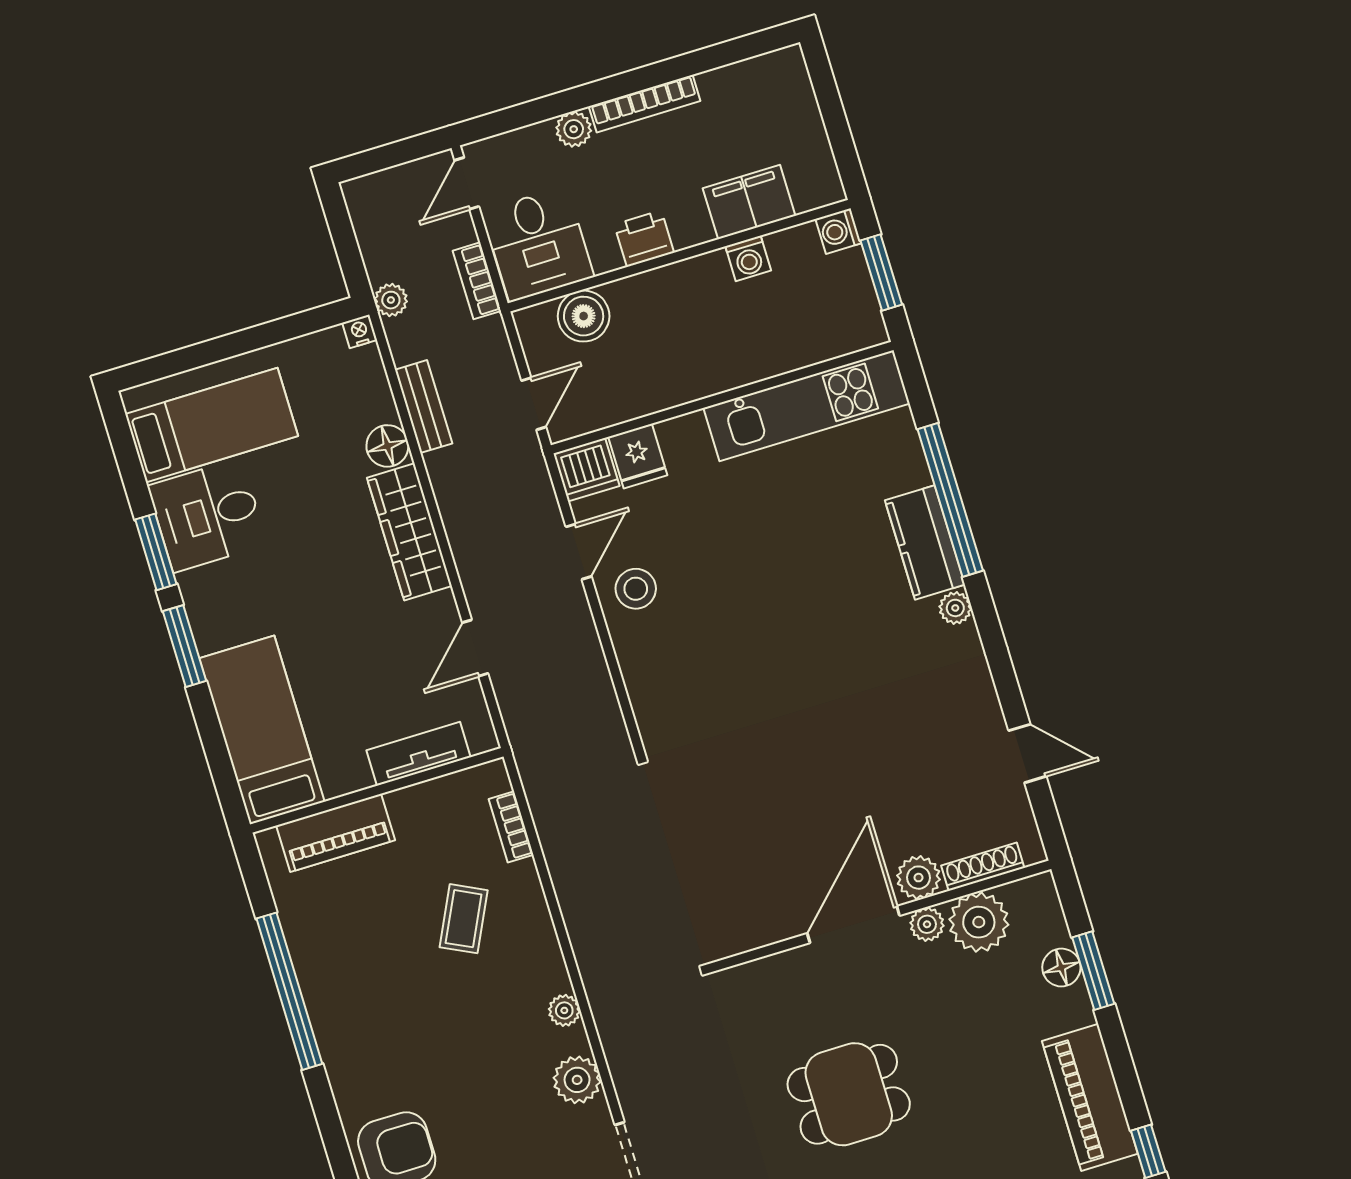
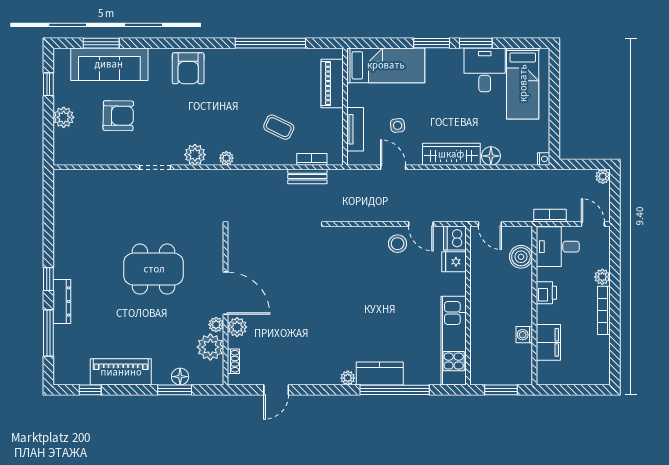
washing machine: (838, 231) -> (524, 377), removed
plant: (391, 300) -> (603, 176), moved
bench: (424, 407) -> (307, 177), moved
side table: (383, 665) -> (398, 125), added
shoe rack: (983, 867) -> (233, 361), width x0.70
dining table: (849, 1094) -> (154, 269), width x1.38

